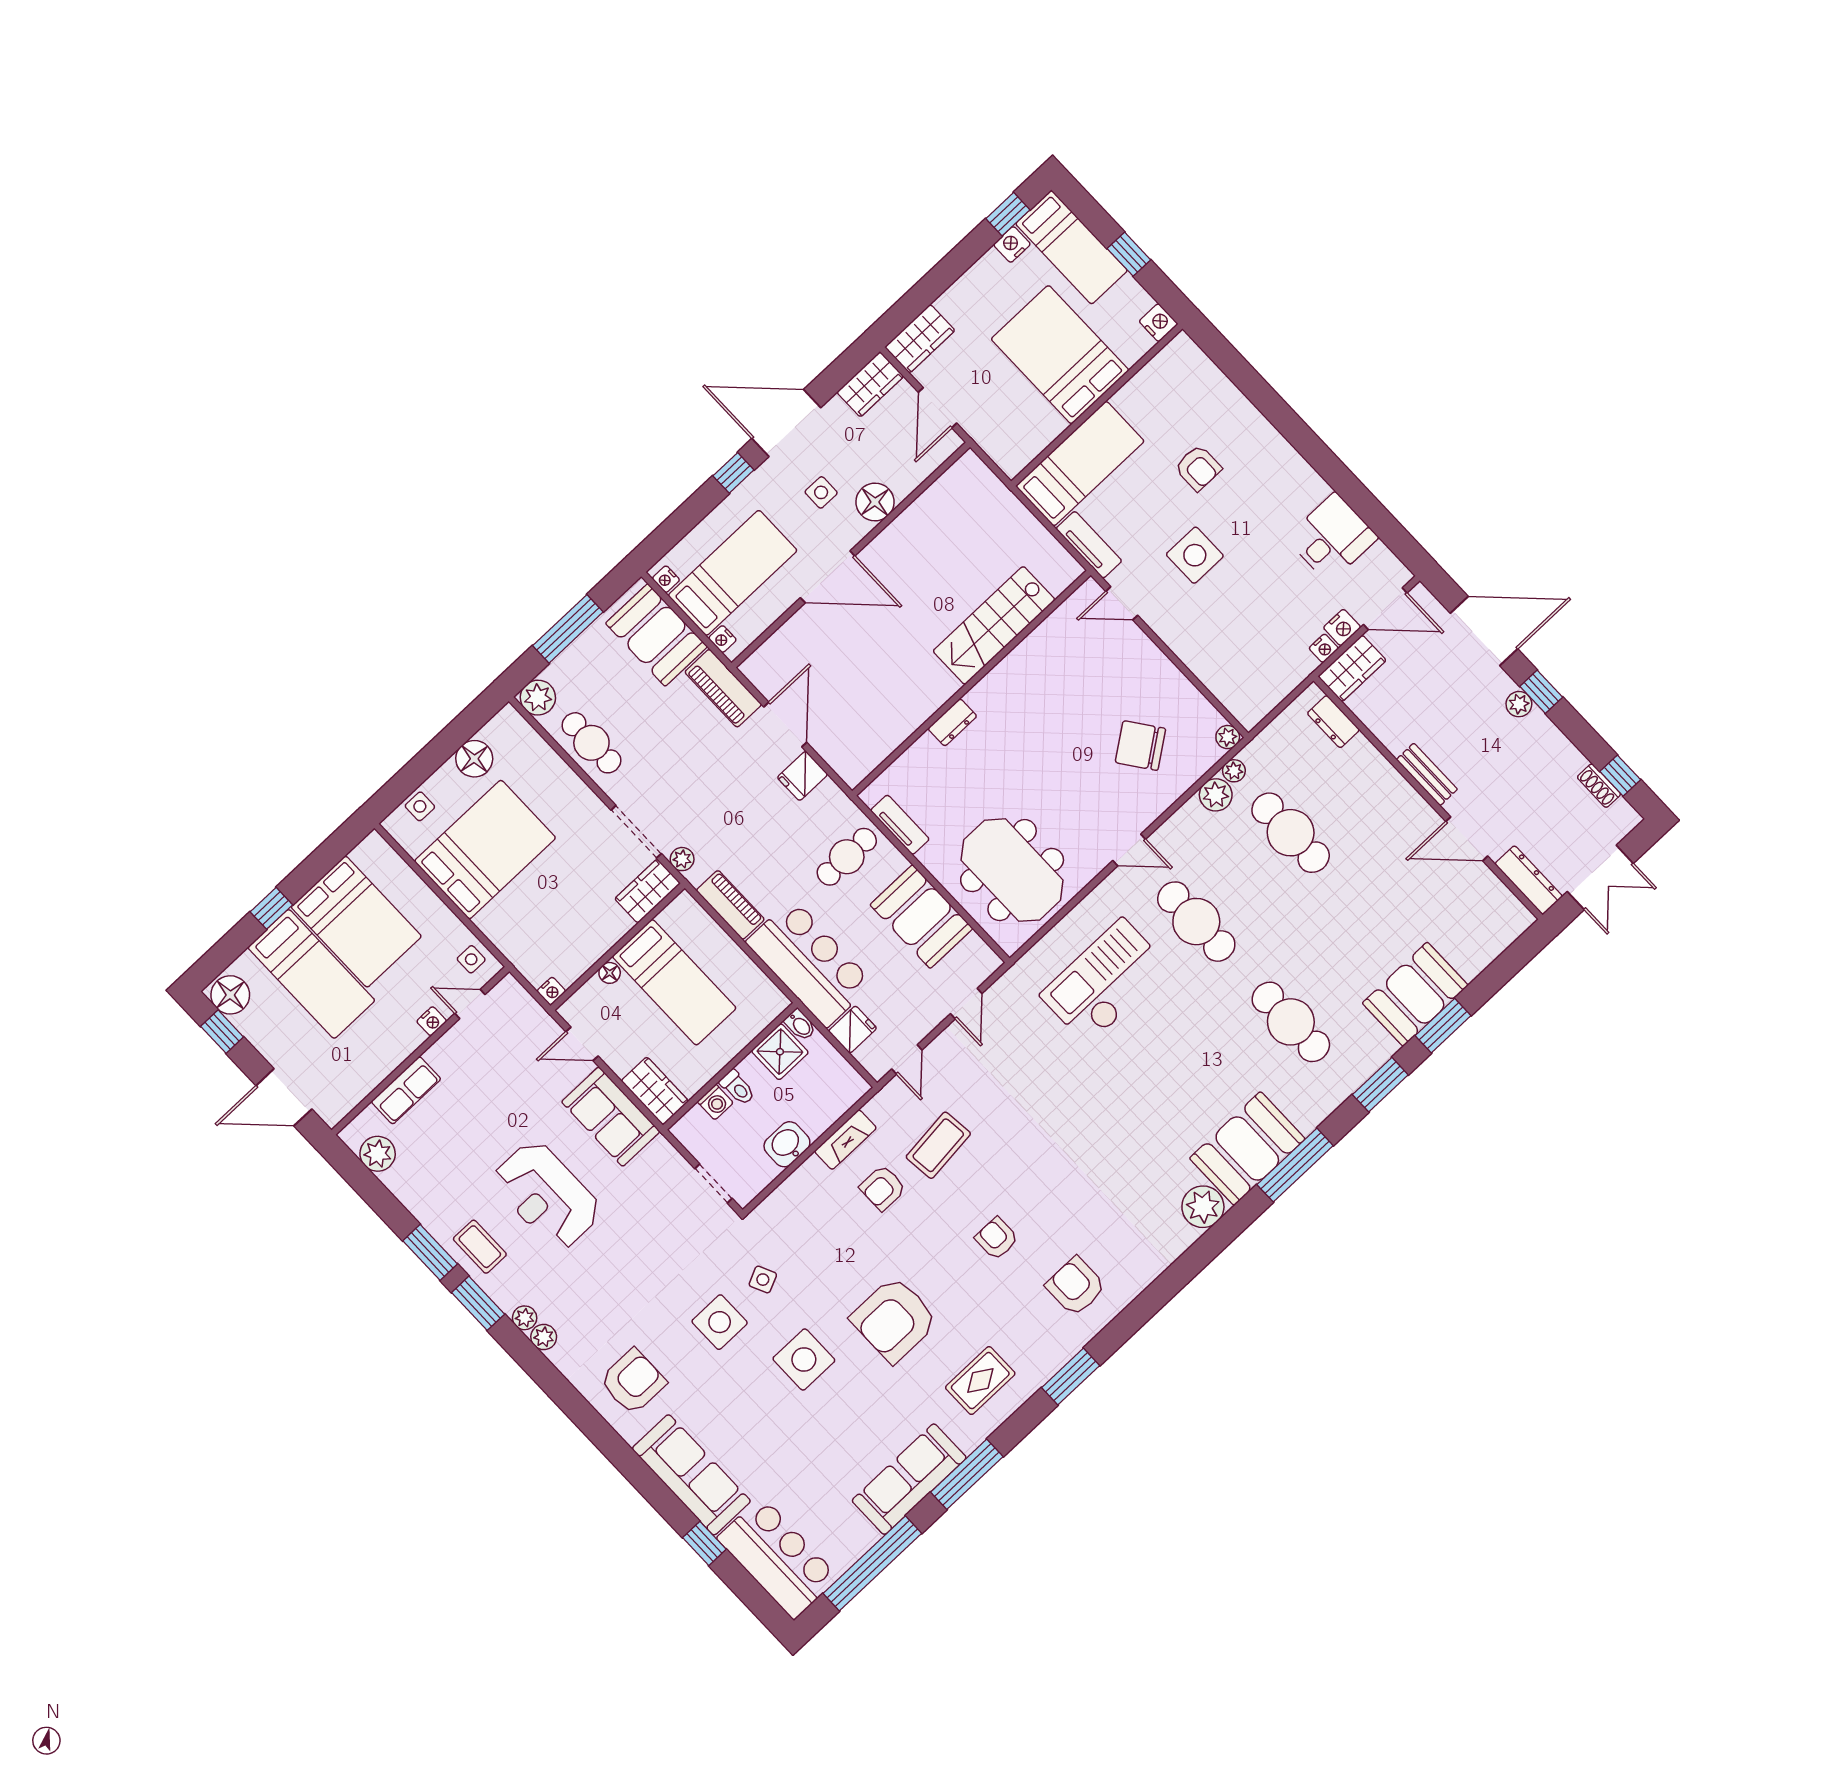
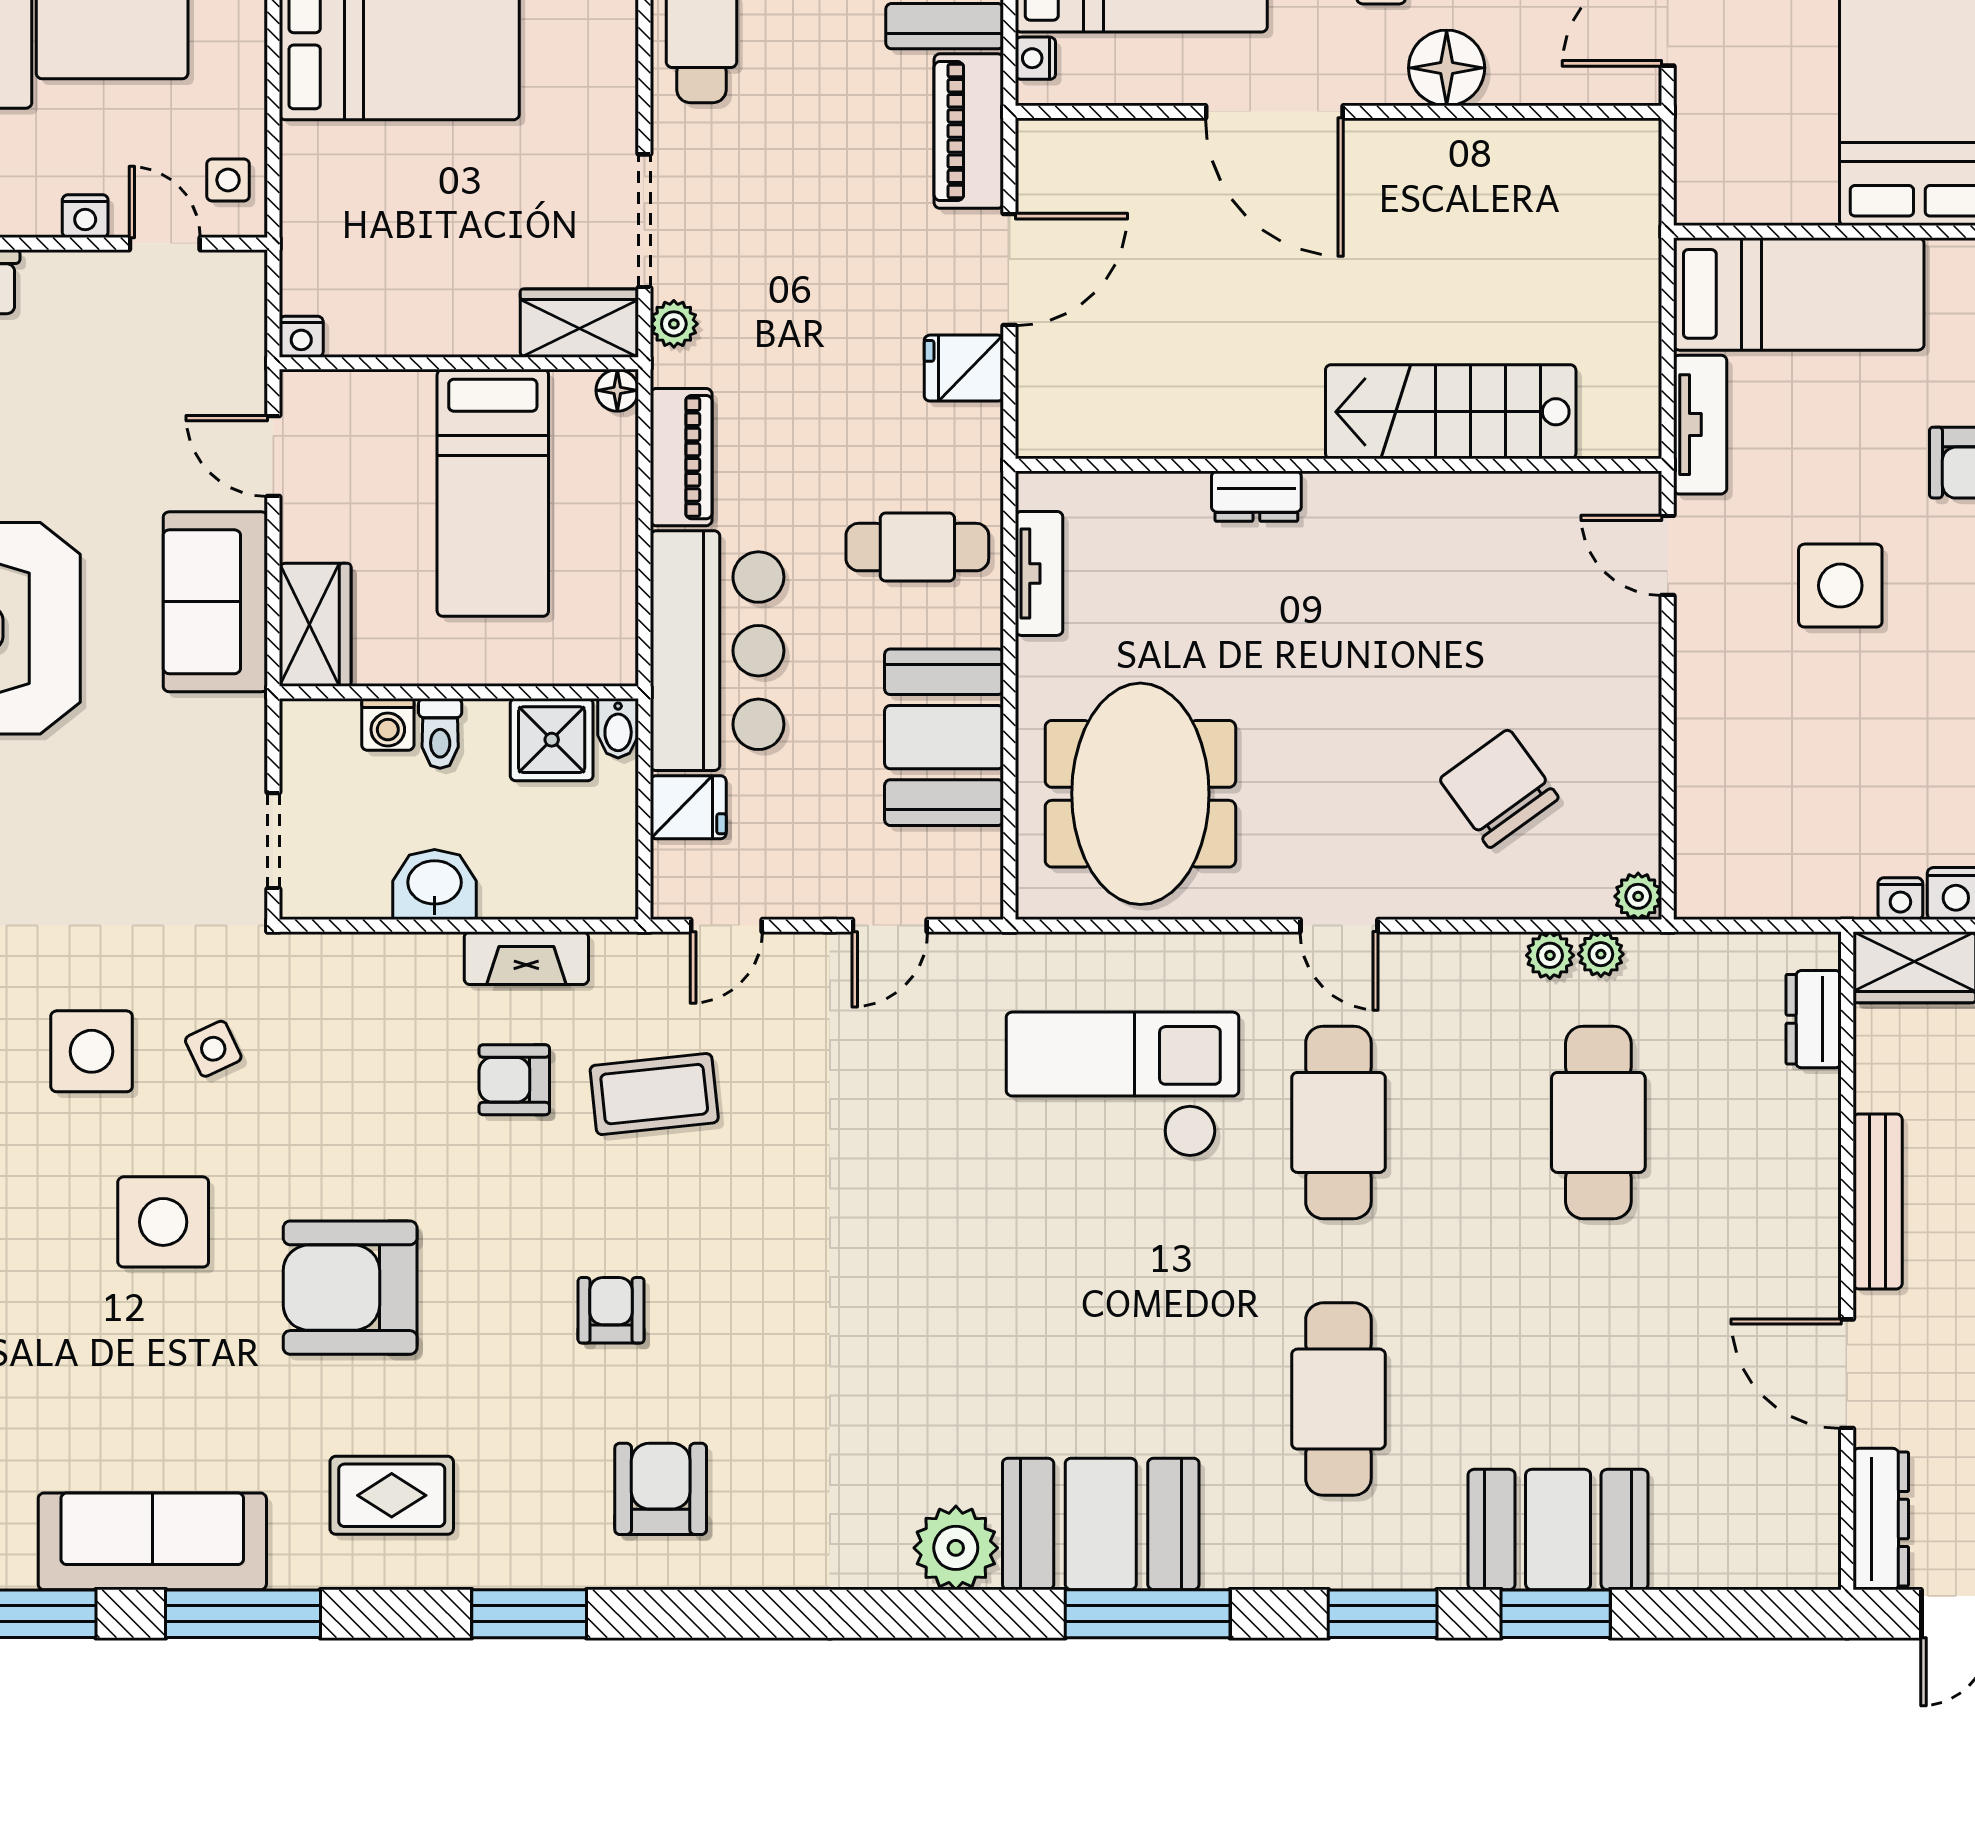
bench: (1427, 774) -> (1878, 1201), width x1.36
plant: (1216, 795) -> (1550, 955), width x0.73, depth x0.73
floor lamp: (610, 973) -> (617, 390), moved

